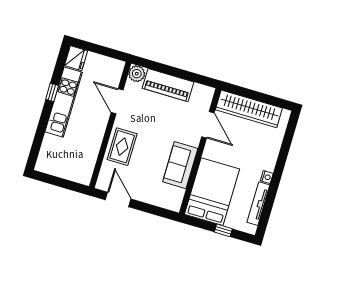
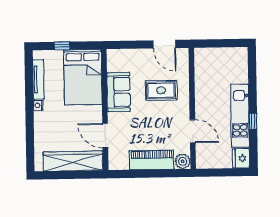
rug: (122, 147) -> (161, 90), moved, turned 90

